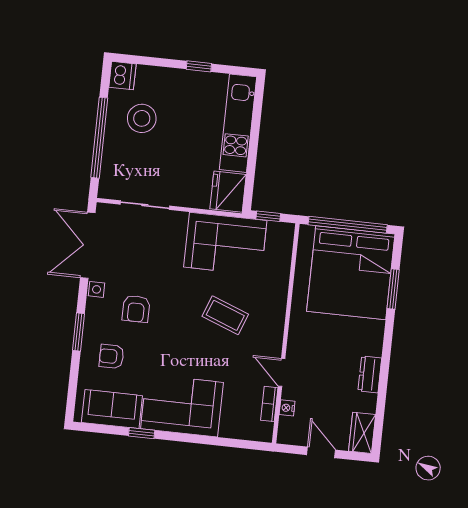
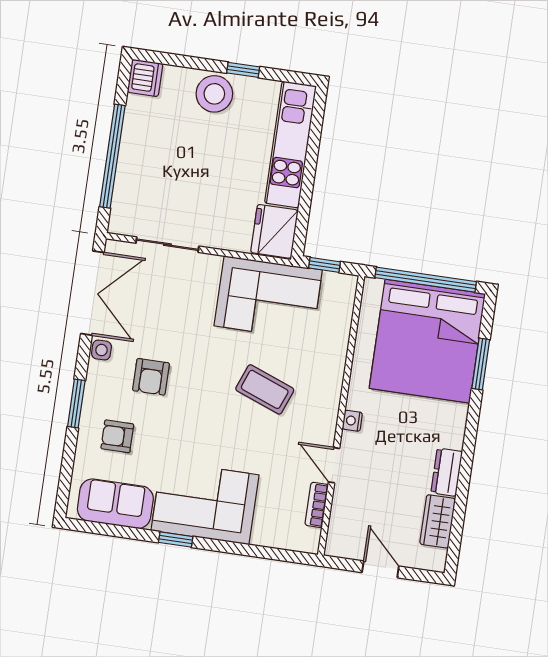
stool: (142, 118) -> (214, 94), moved
double door: (88, 245) -> (92, 293), swing flipped
nightstand: (287, 408) -> (352, 421), moved
window: (142, 433) -> (176, 539), moved
wardrobe: (362, 433) -> (438, 521), moved

